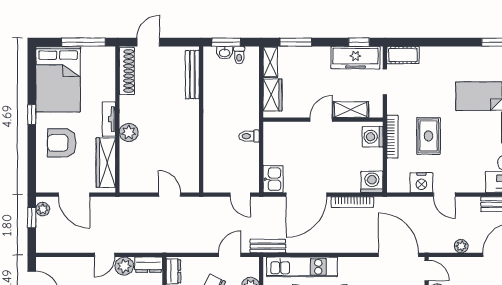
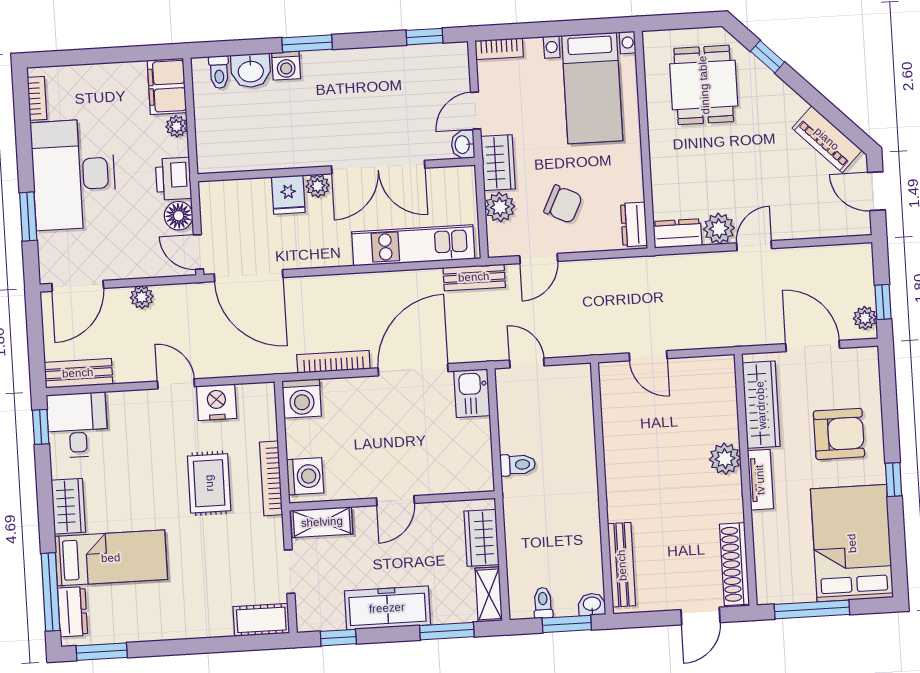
washbasin: (225, 53) -> (592, 604), moved
freezer: (355, 58) -> (387, 608), moved
shelving: (351, 110) -> (322, 522), moved

